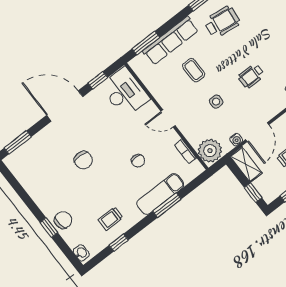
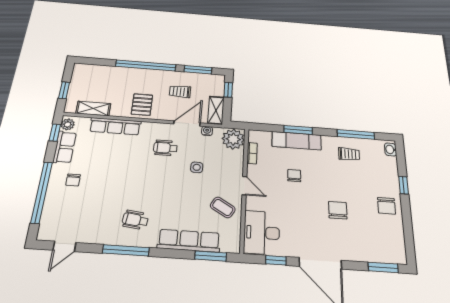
wheelchair: (222, 22) -> (135, 220), width x0.73, depth x0.73
coffee table: (194, 70) -> (223, 207), moved, turned -59
wheelchair: (251, 76) -> (165, 148), moved, turned 180
chair: (63, 220) -> (386, 206), moved, turned -83
window: (119, 243) -> (356, 134), width x2.17

